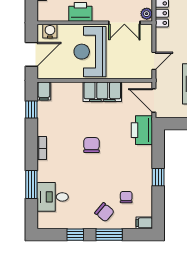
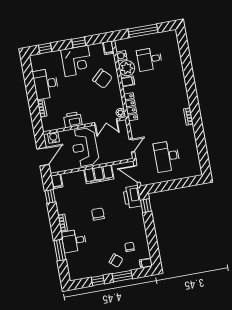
window: (158, 177) -> (146, 206), moved
desk: (53, 197) -> (74, 241), moved

